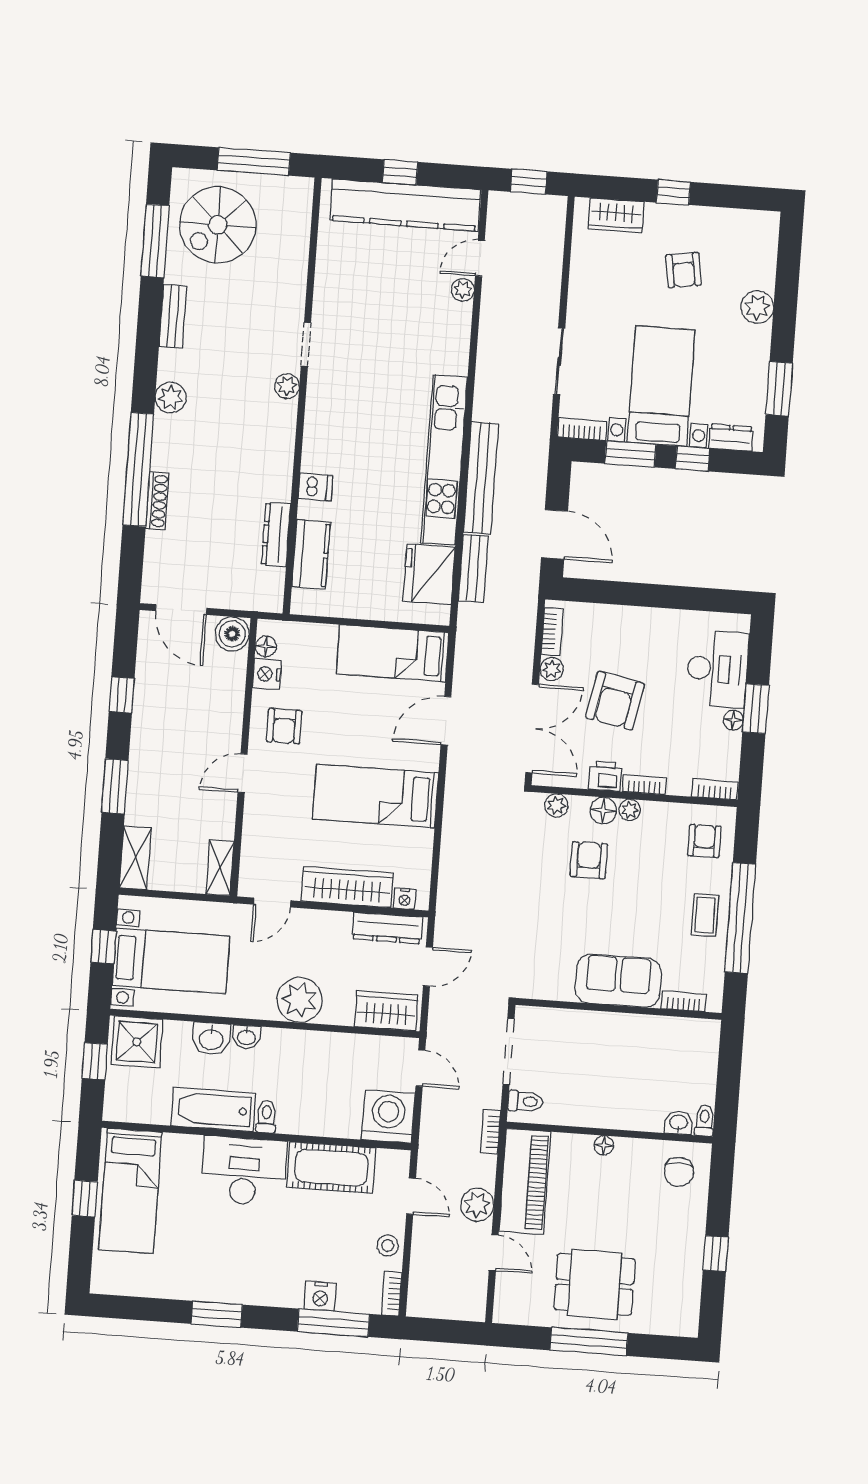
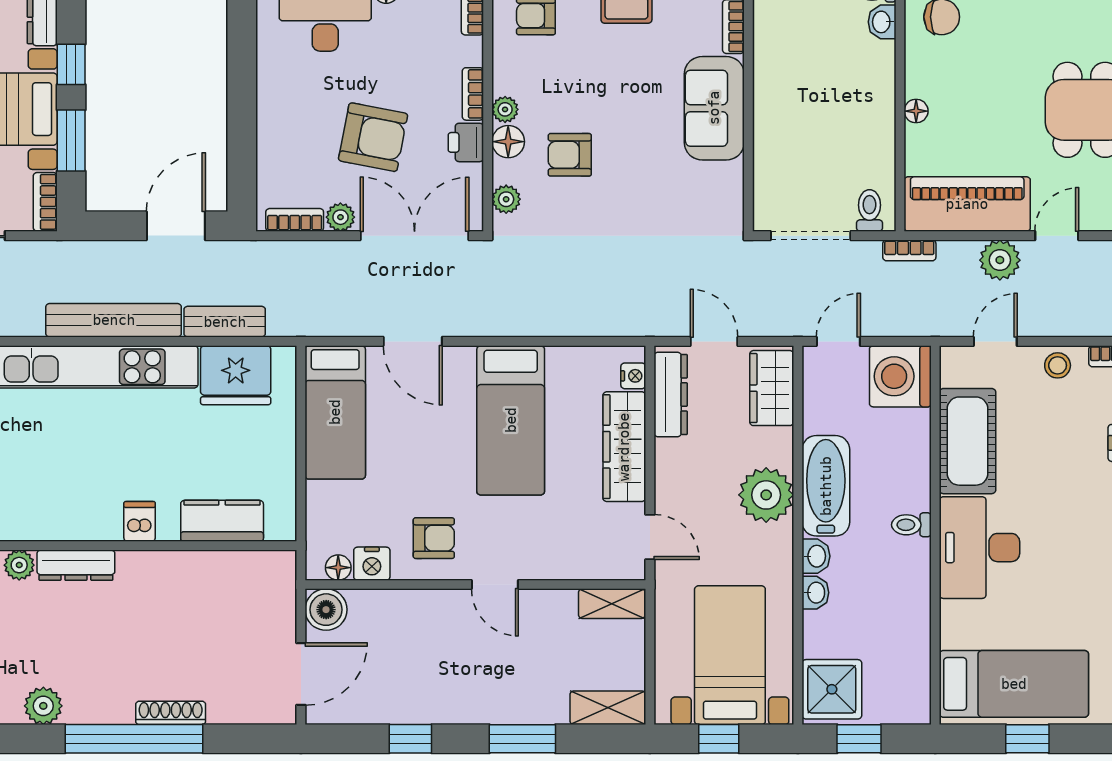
dresser: (276, 534) -> (76, 565), moved
washbasin: (211, 1039) -> (815, 593), width x0.72, depth x0.69
bathtub: (213, 1109) -> (826, 486), moved, turned 180

